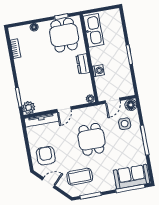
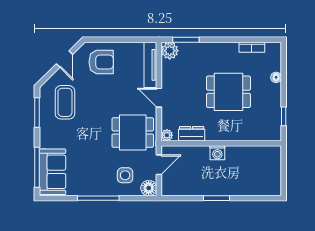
kitchen sink: (93, 30) -> (257, 156), removed
dining table: (64, 35) -> (228, 92), moved
dresser: (83, 64) -> (192, 134), moved
washing machine: (98, 71) -> (217, 153), moved
door: (113, 101) -> (159, 165), swing flipped
dining table: (91, 139) -> (133, 132), moved

